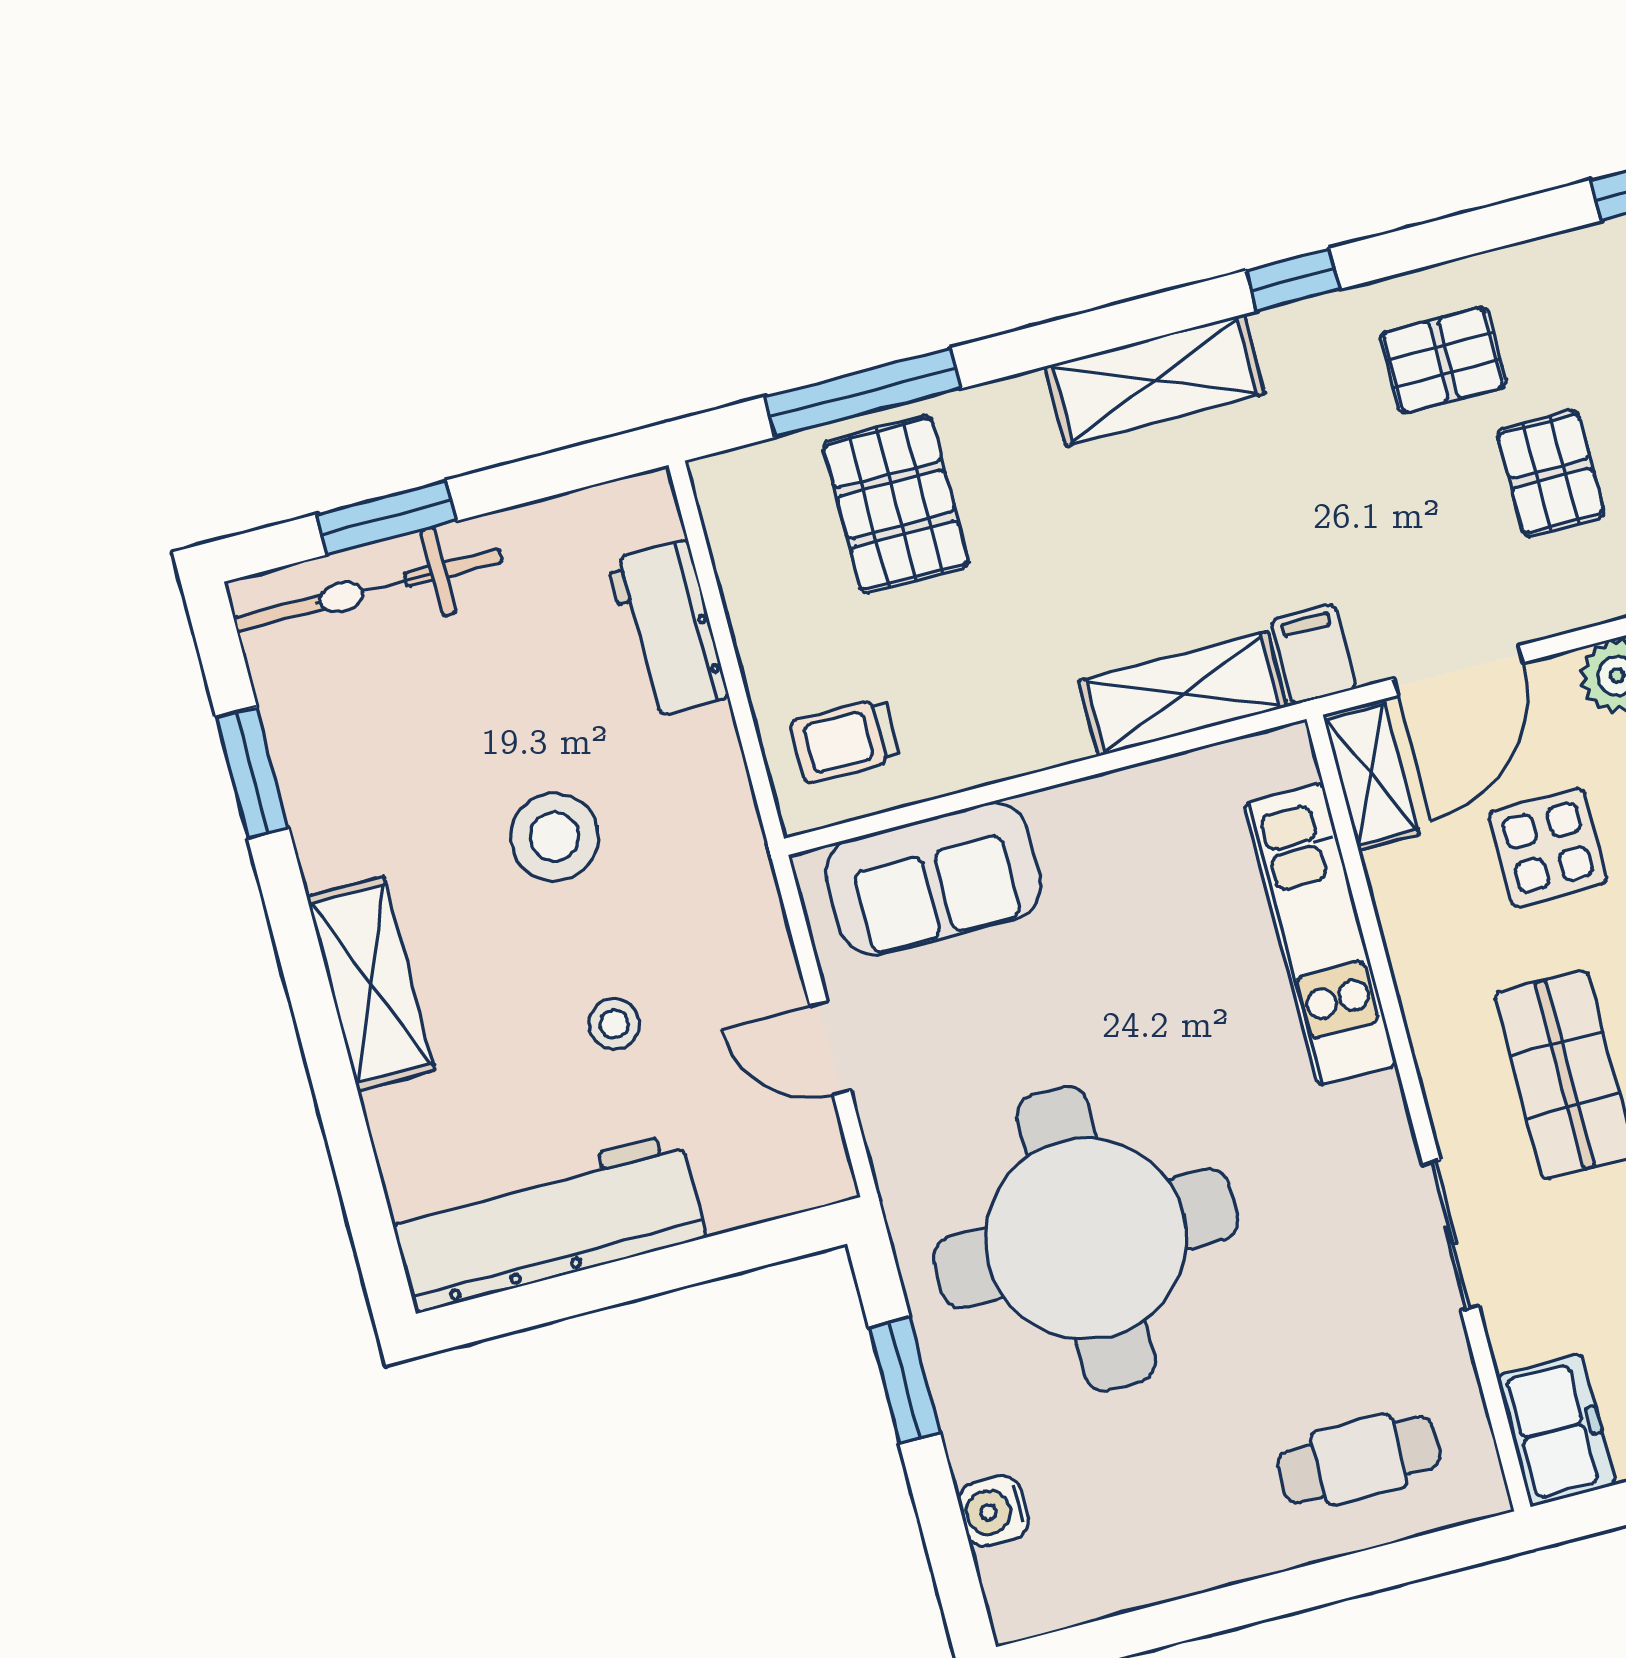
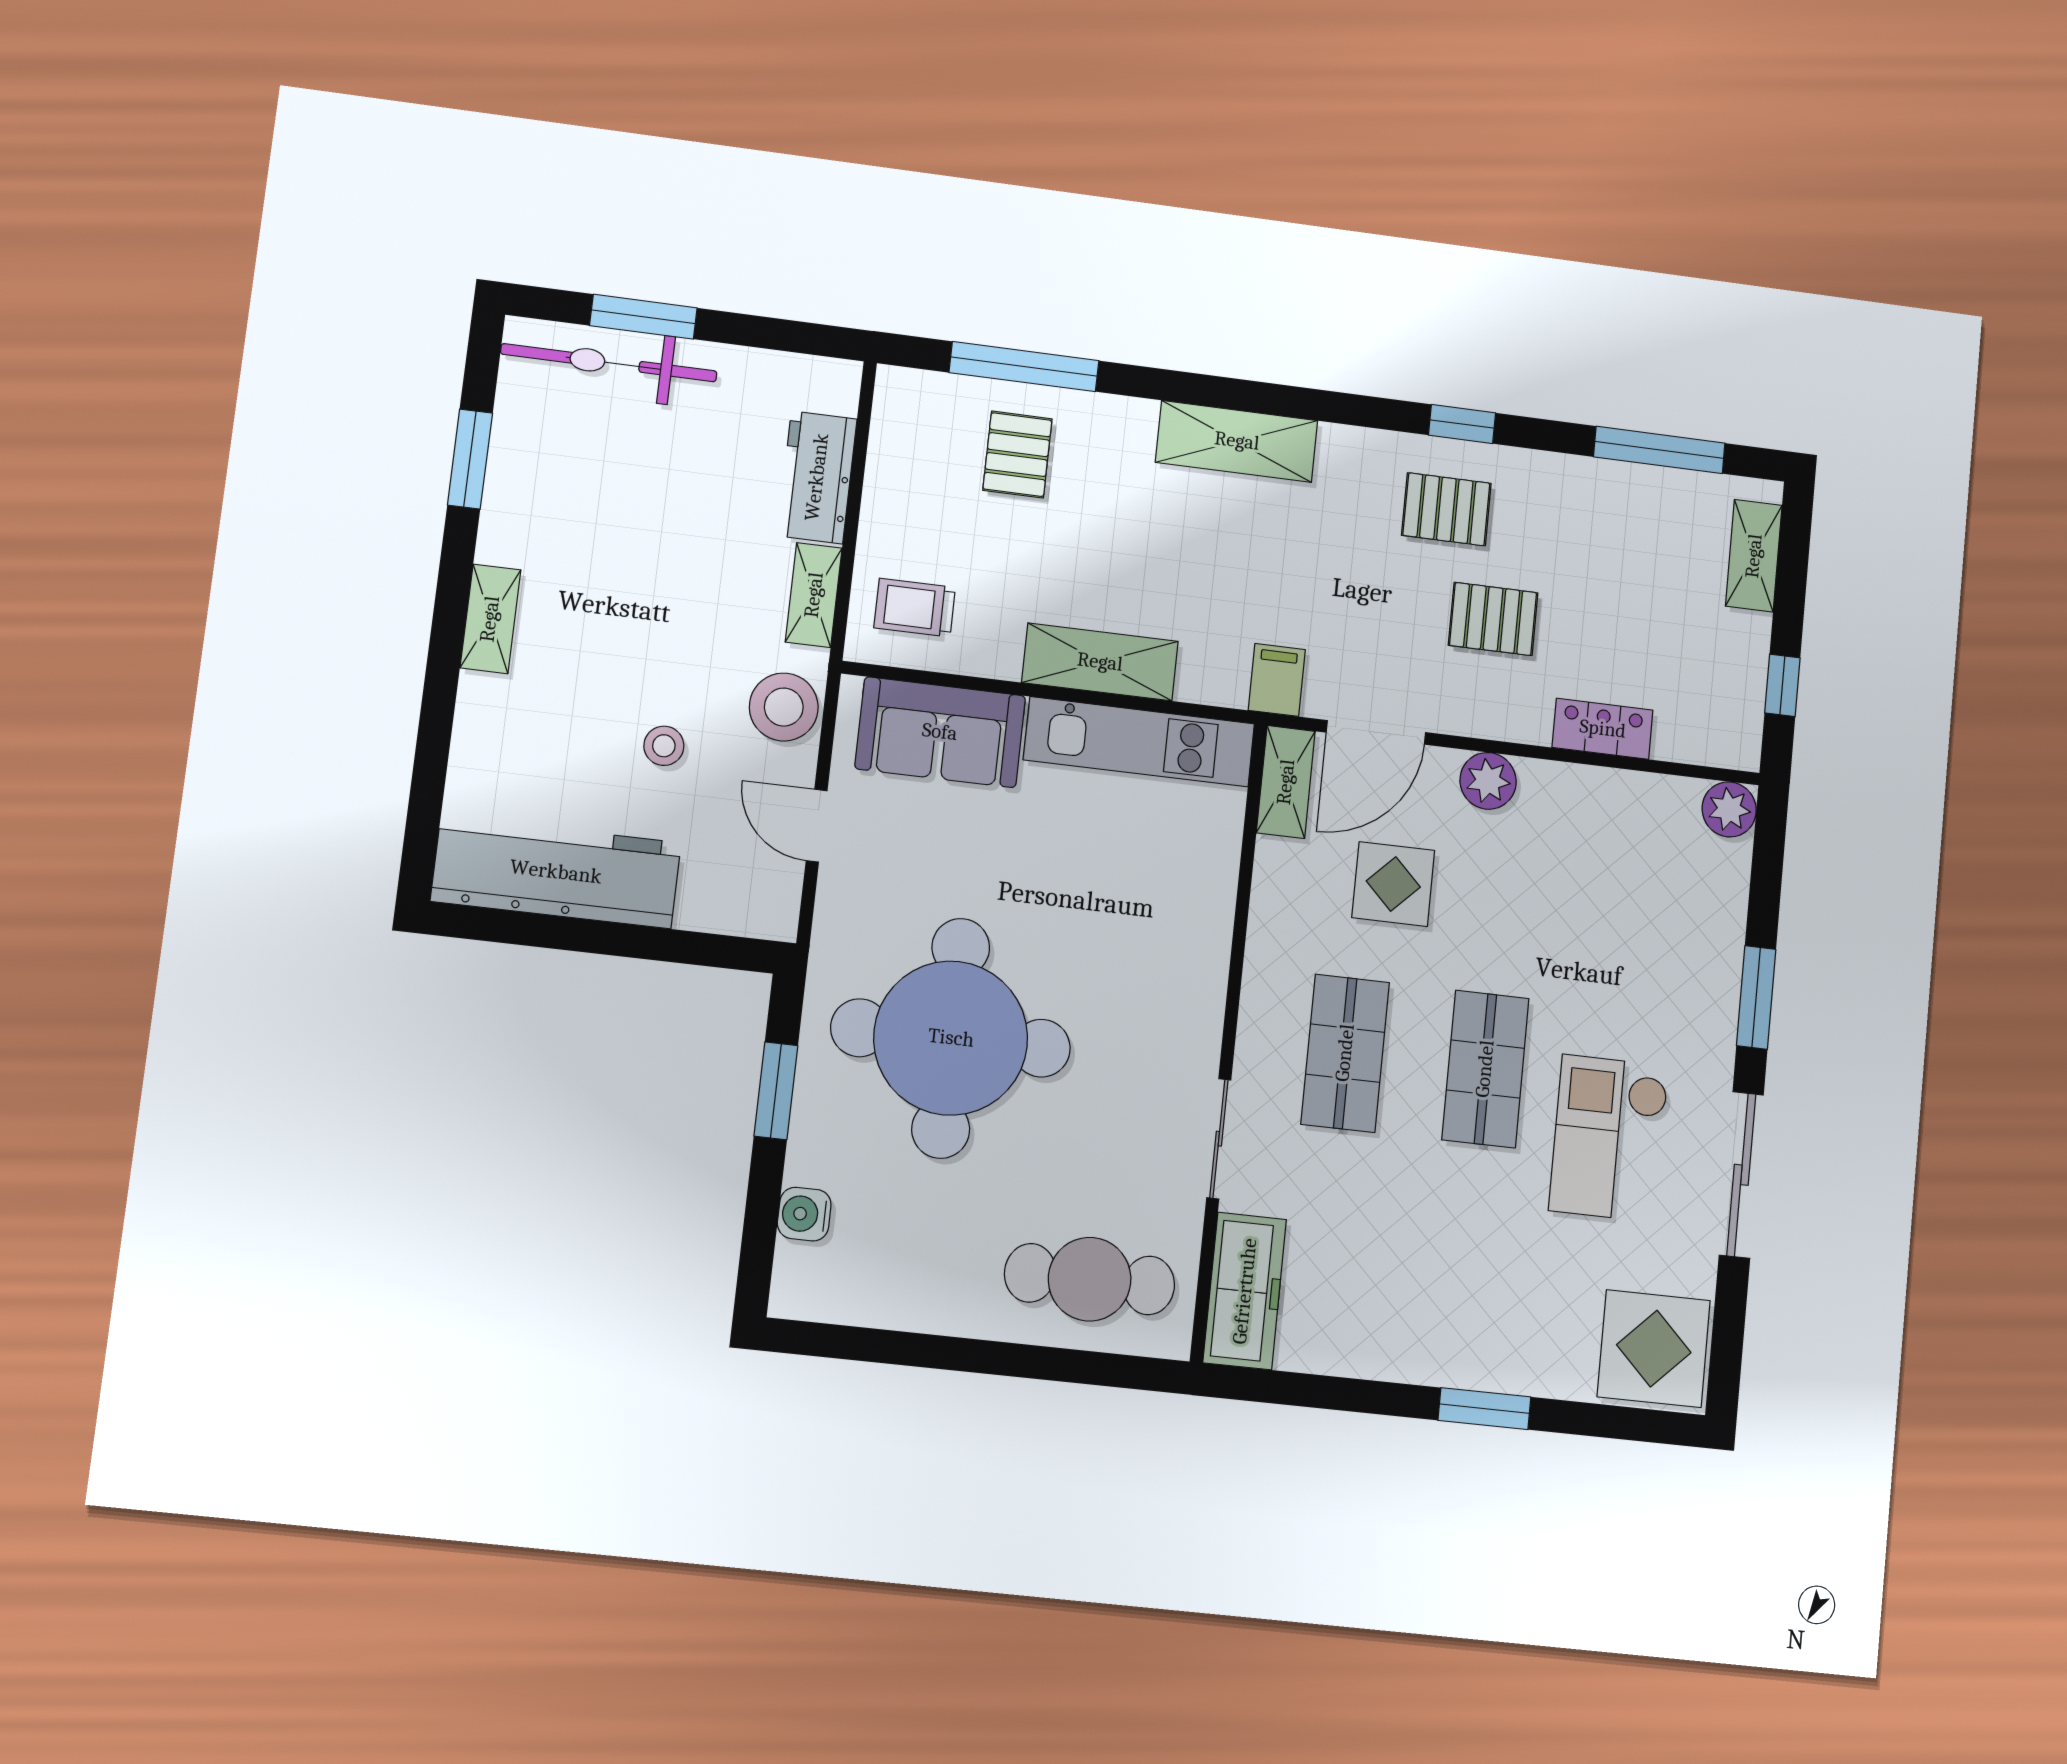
window: (1293, 280) -> (1462, 424), moved
pallet: (1551, 473) -> (1493, 619), turned 90
pallet: (896, 504) -> (1017, 455), width x0.67, depth x0.71
shelving: (1183, 694) -> (1100, 662), moved
shelving: (719, 773) -> (814, 595), added
stool: (554, 837) -> (784, 707), moved
kitchen unit: (1321, 935) -> (1139, 742), moved, turned -90
shelving: (371, 984) -> (490, 619), width x0.67, depth x0.75
freezer: (1556, 1430) -> (1245, 1291), width x1.40
cafe table: (1359, 1460) -> (1090, 1279), width x1.37, depth x1.35

